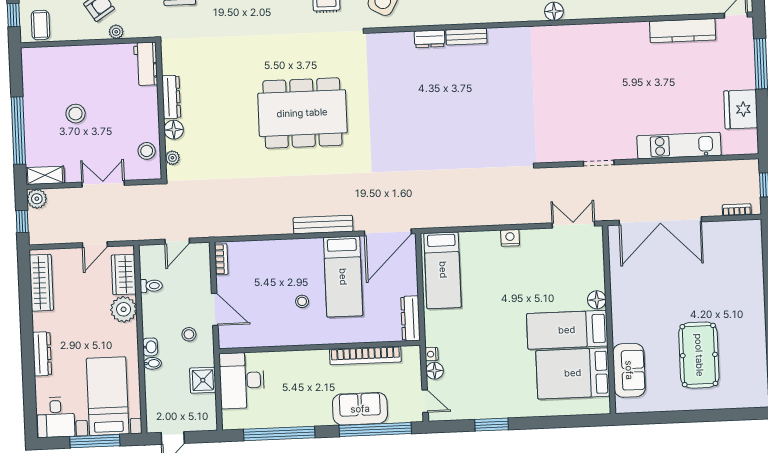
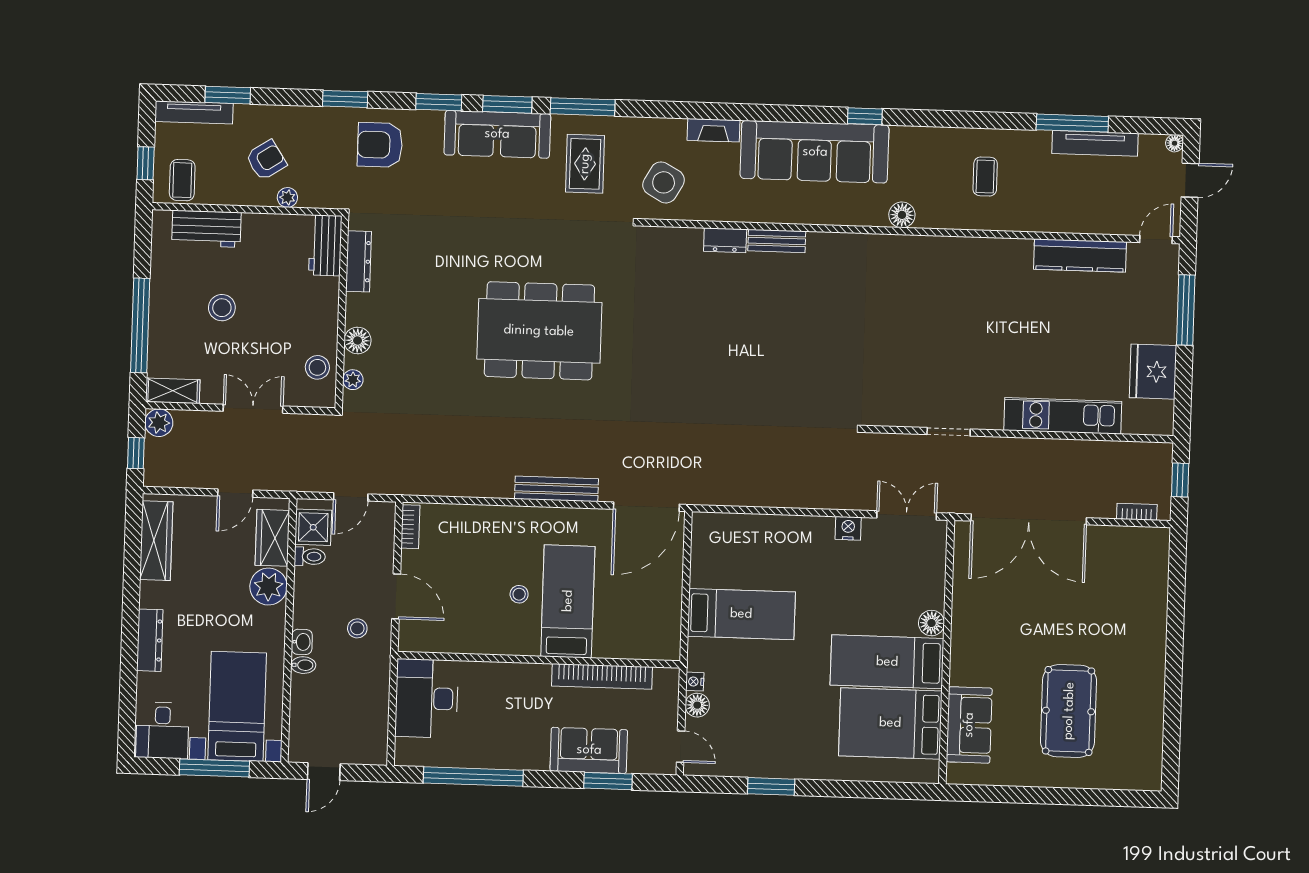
workbench: (60, 58) -> (206, 229), added
dresser: (171, 97) -> (359, 261), moved
nightstand: (510, 238) -> (848, 528), moved
bed: (443, 270) -> (741, 614), moved, turned -90
bed: (343, 277) -> (568, 601), moved, turned 180
dresser: (410, 318) -> (669, 629), removed
shower: (203, 380) -> (313, 527), moved
window: (375, 429) -> (608, 781), width x0.47

